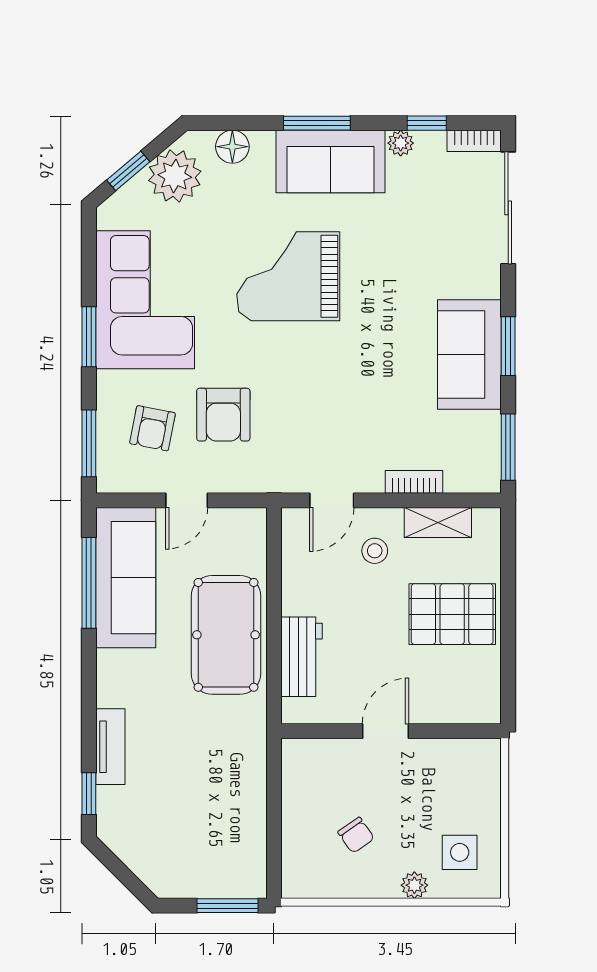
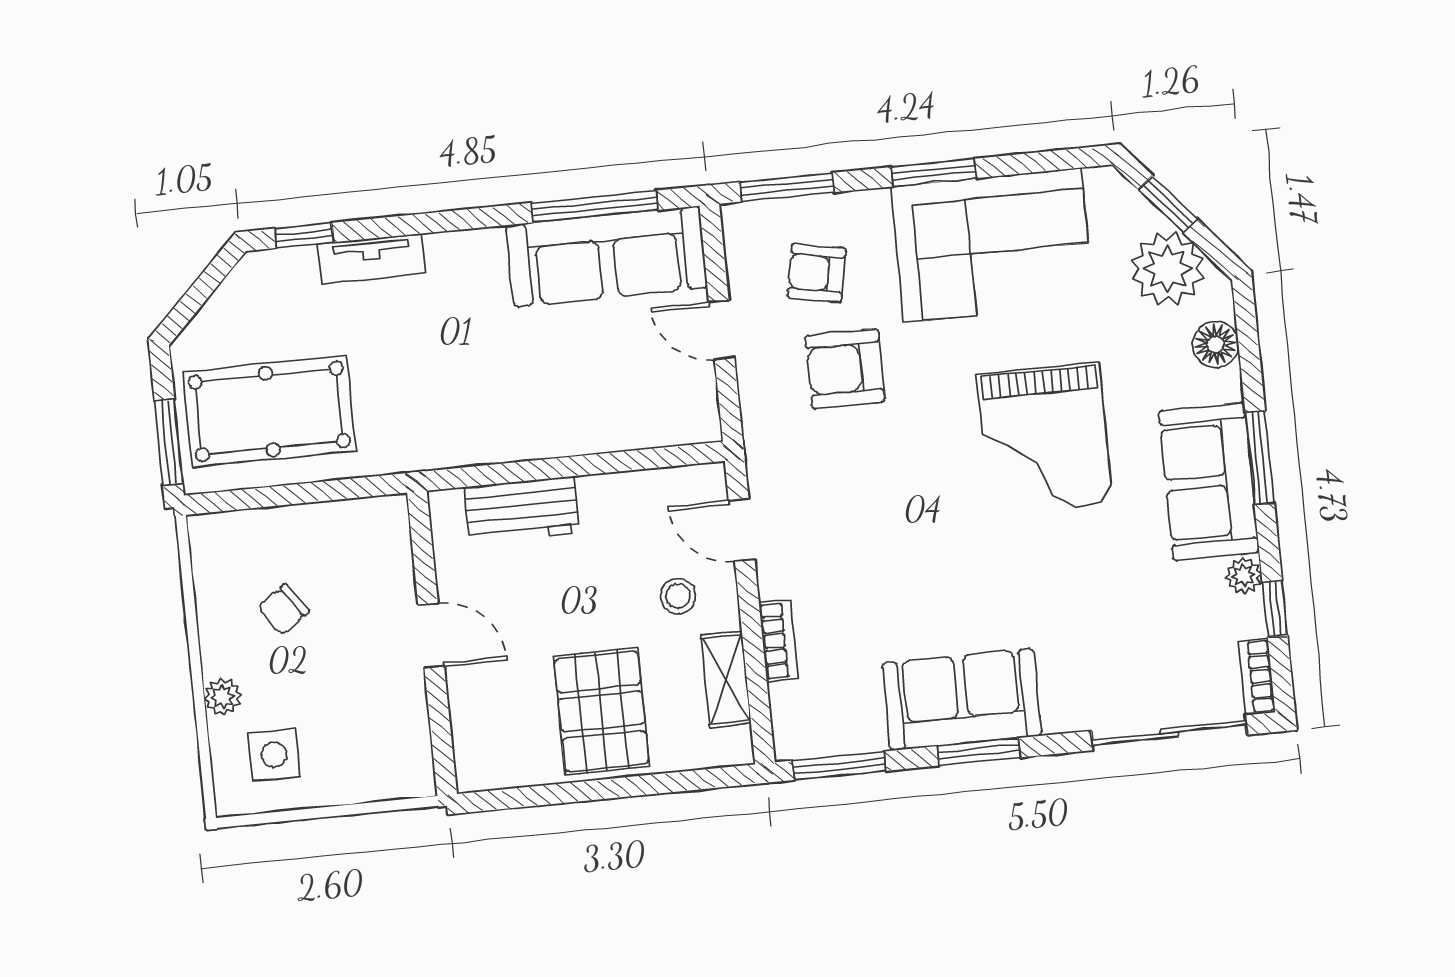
grand piano: (288, 276) -> (1045, 439), turned 180
pool table: (226, 635) -> (269, 411), moved

